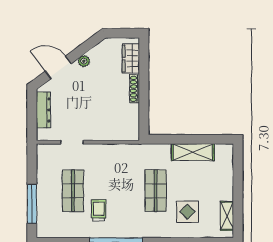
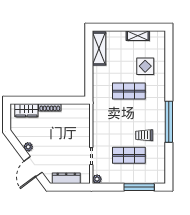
plant: (42, 150) -> (97, 179), added
shelving: (193, 152) -> (99, 48), moved
shelving: (227, 216) -> (138, 36), moved

